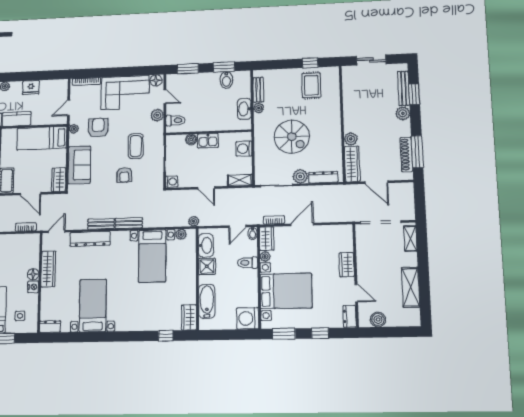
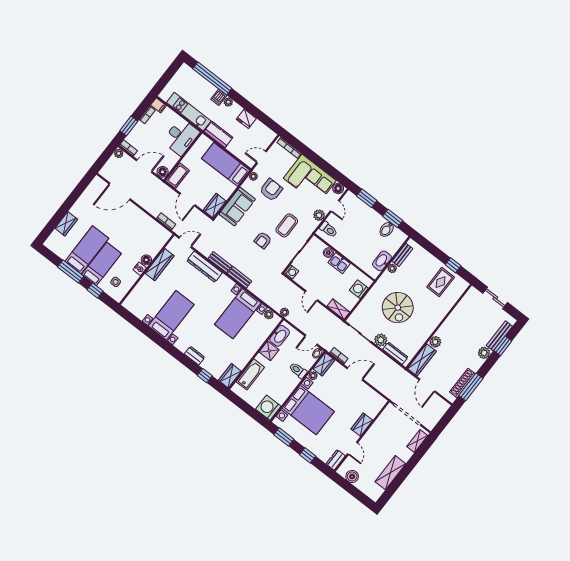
dresser: (50, 327) -> (195, 356), moved

